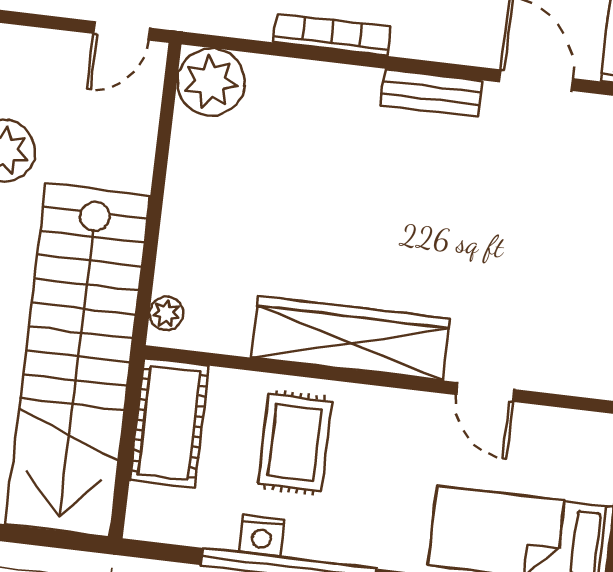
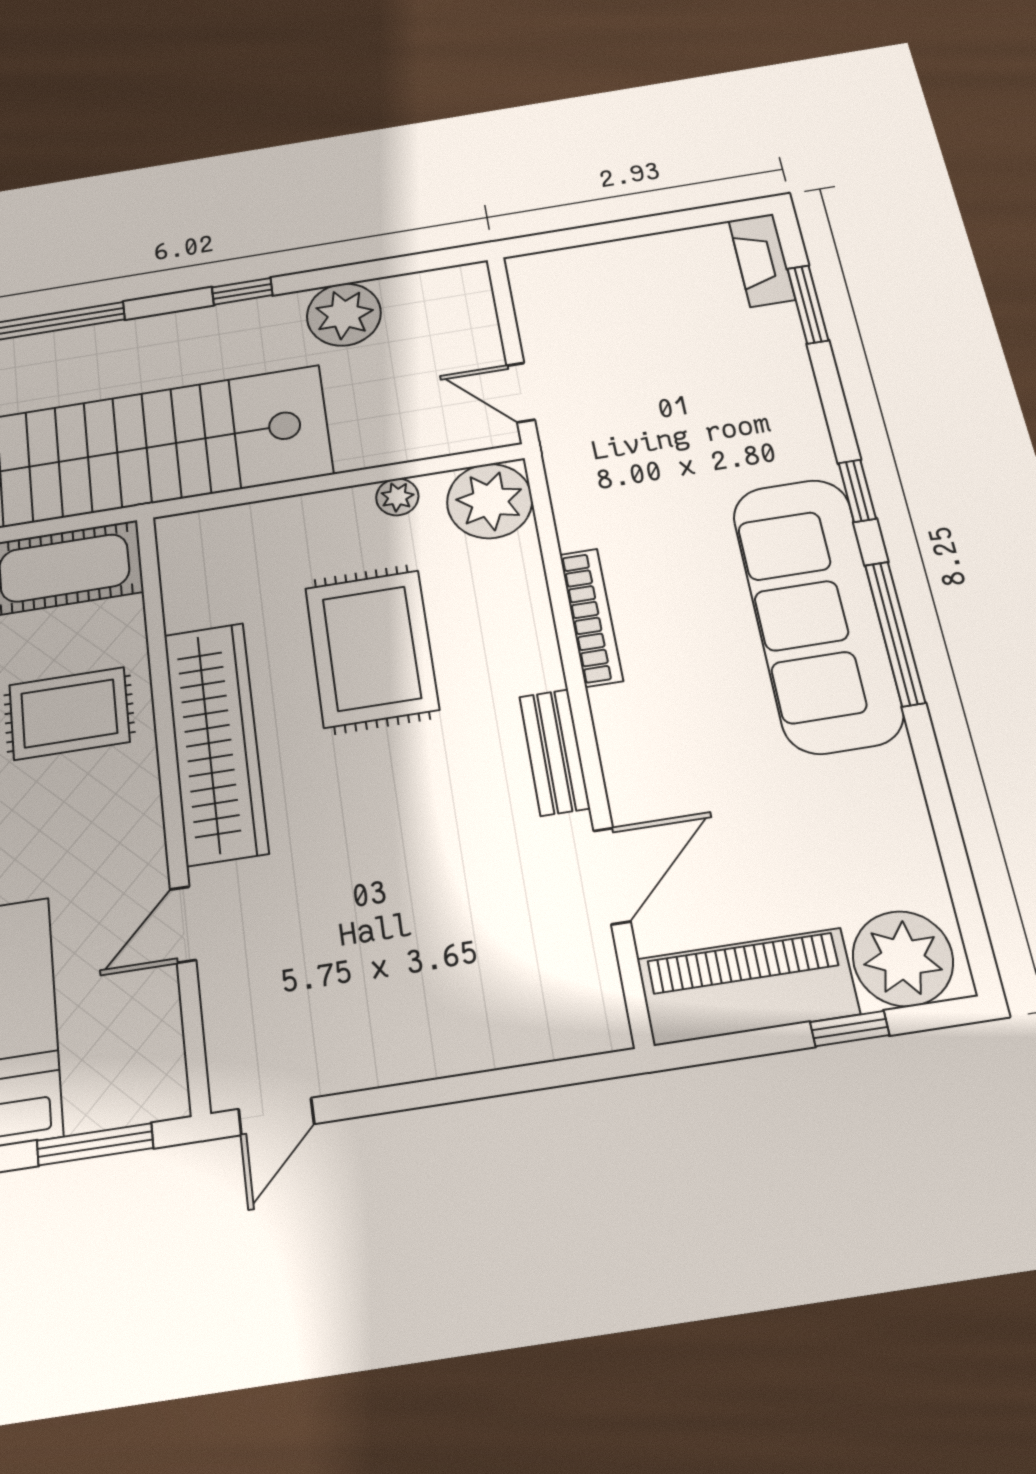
rug: (309, 204) -> (372, 648), added
plant: (166, 314) -> (397, 497), moved

